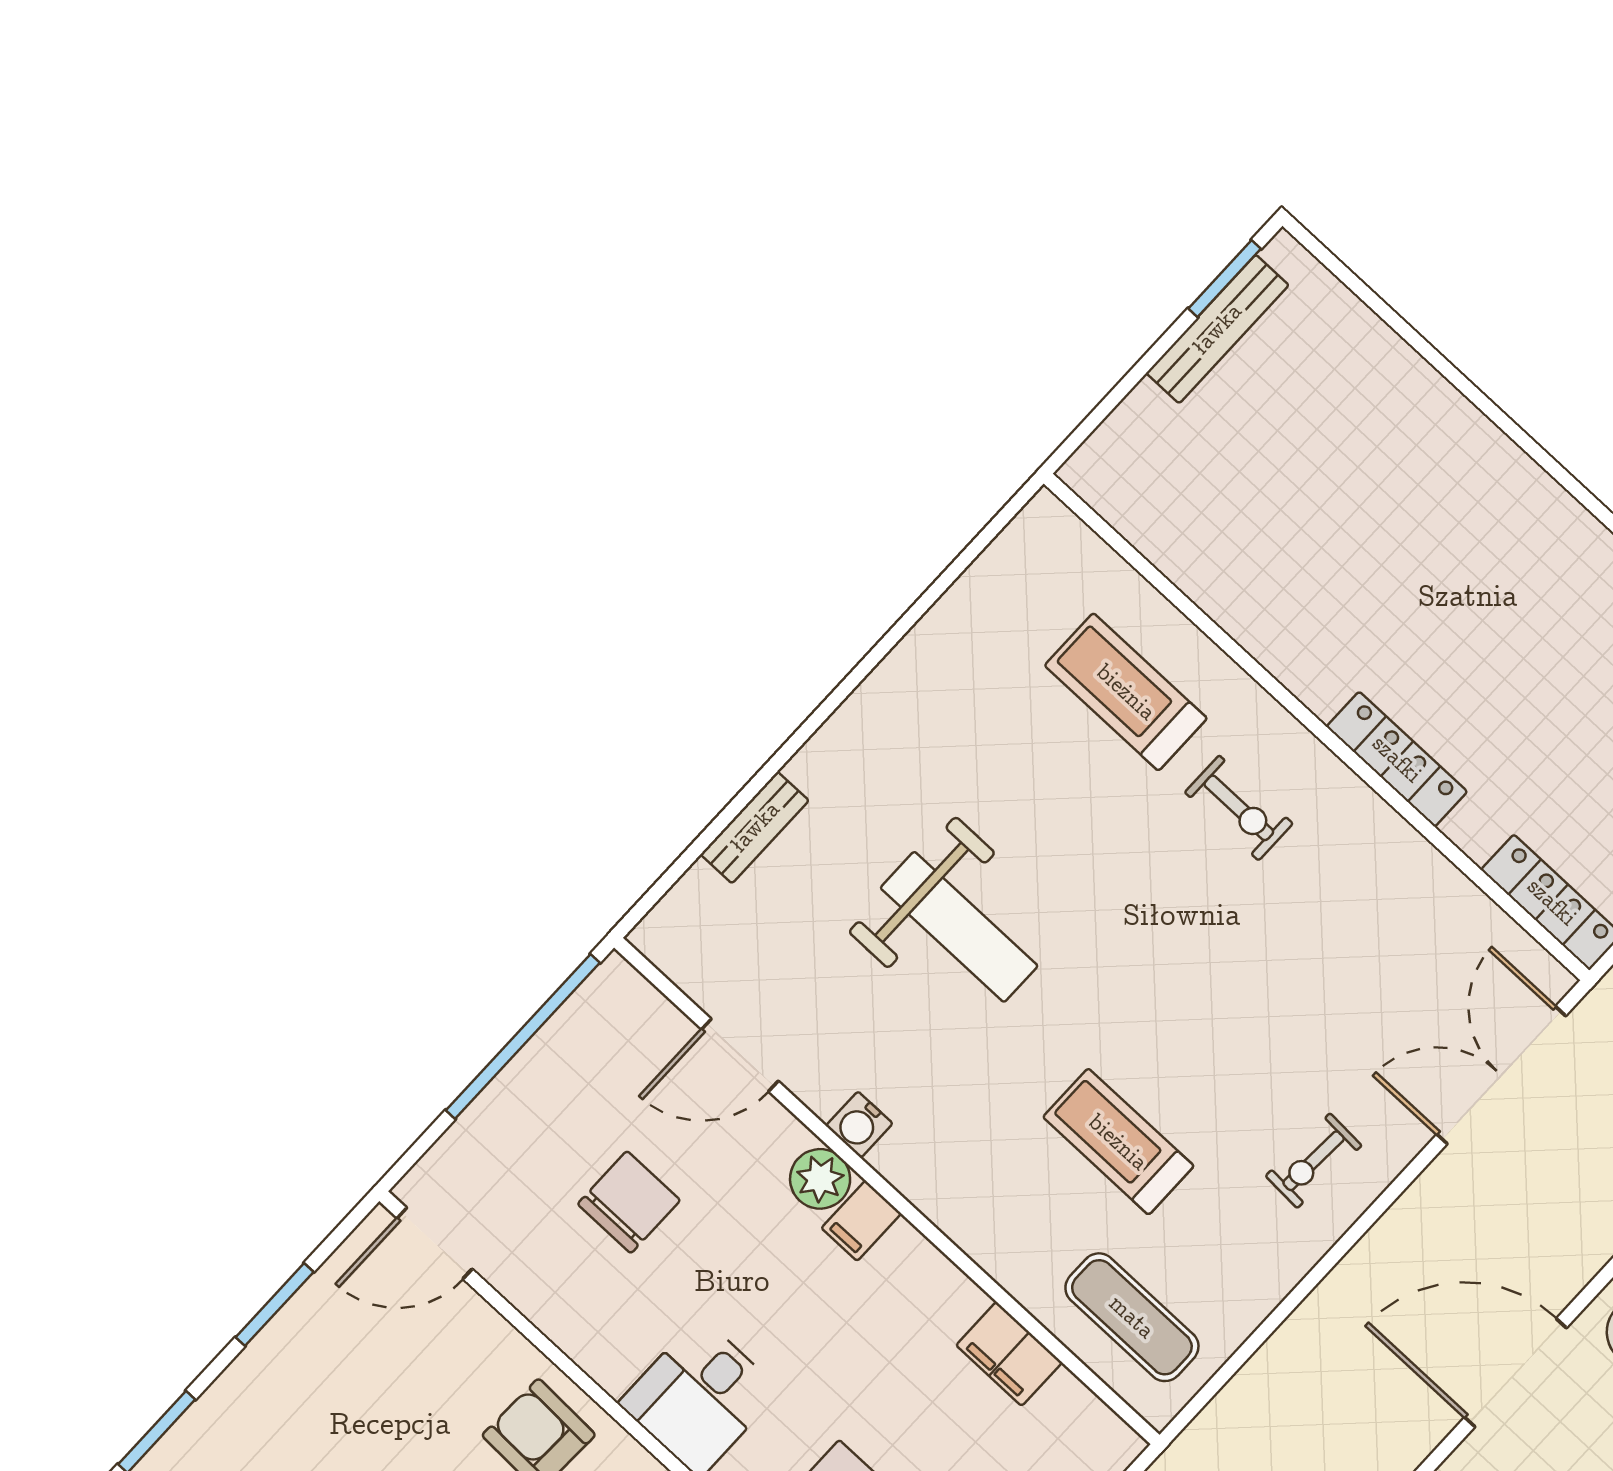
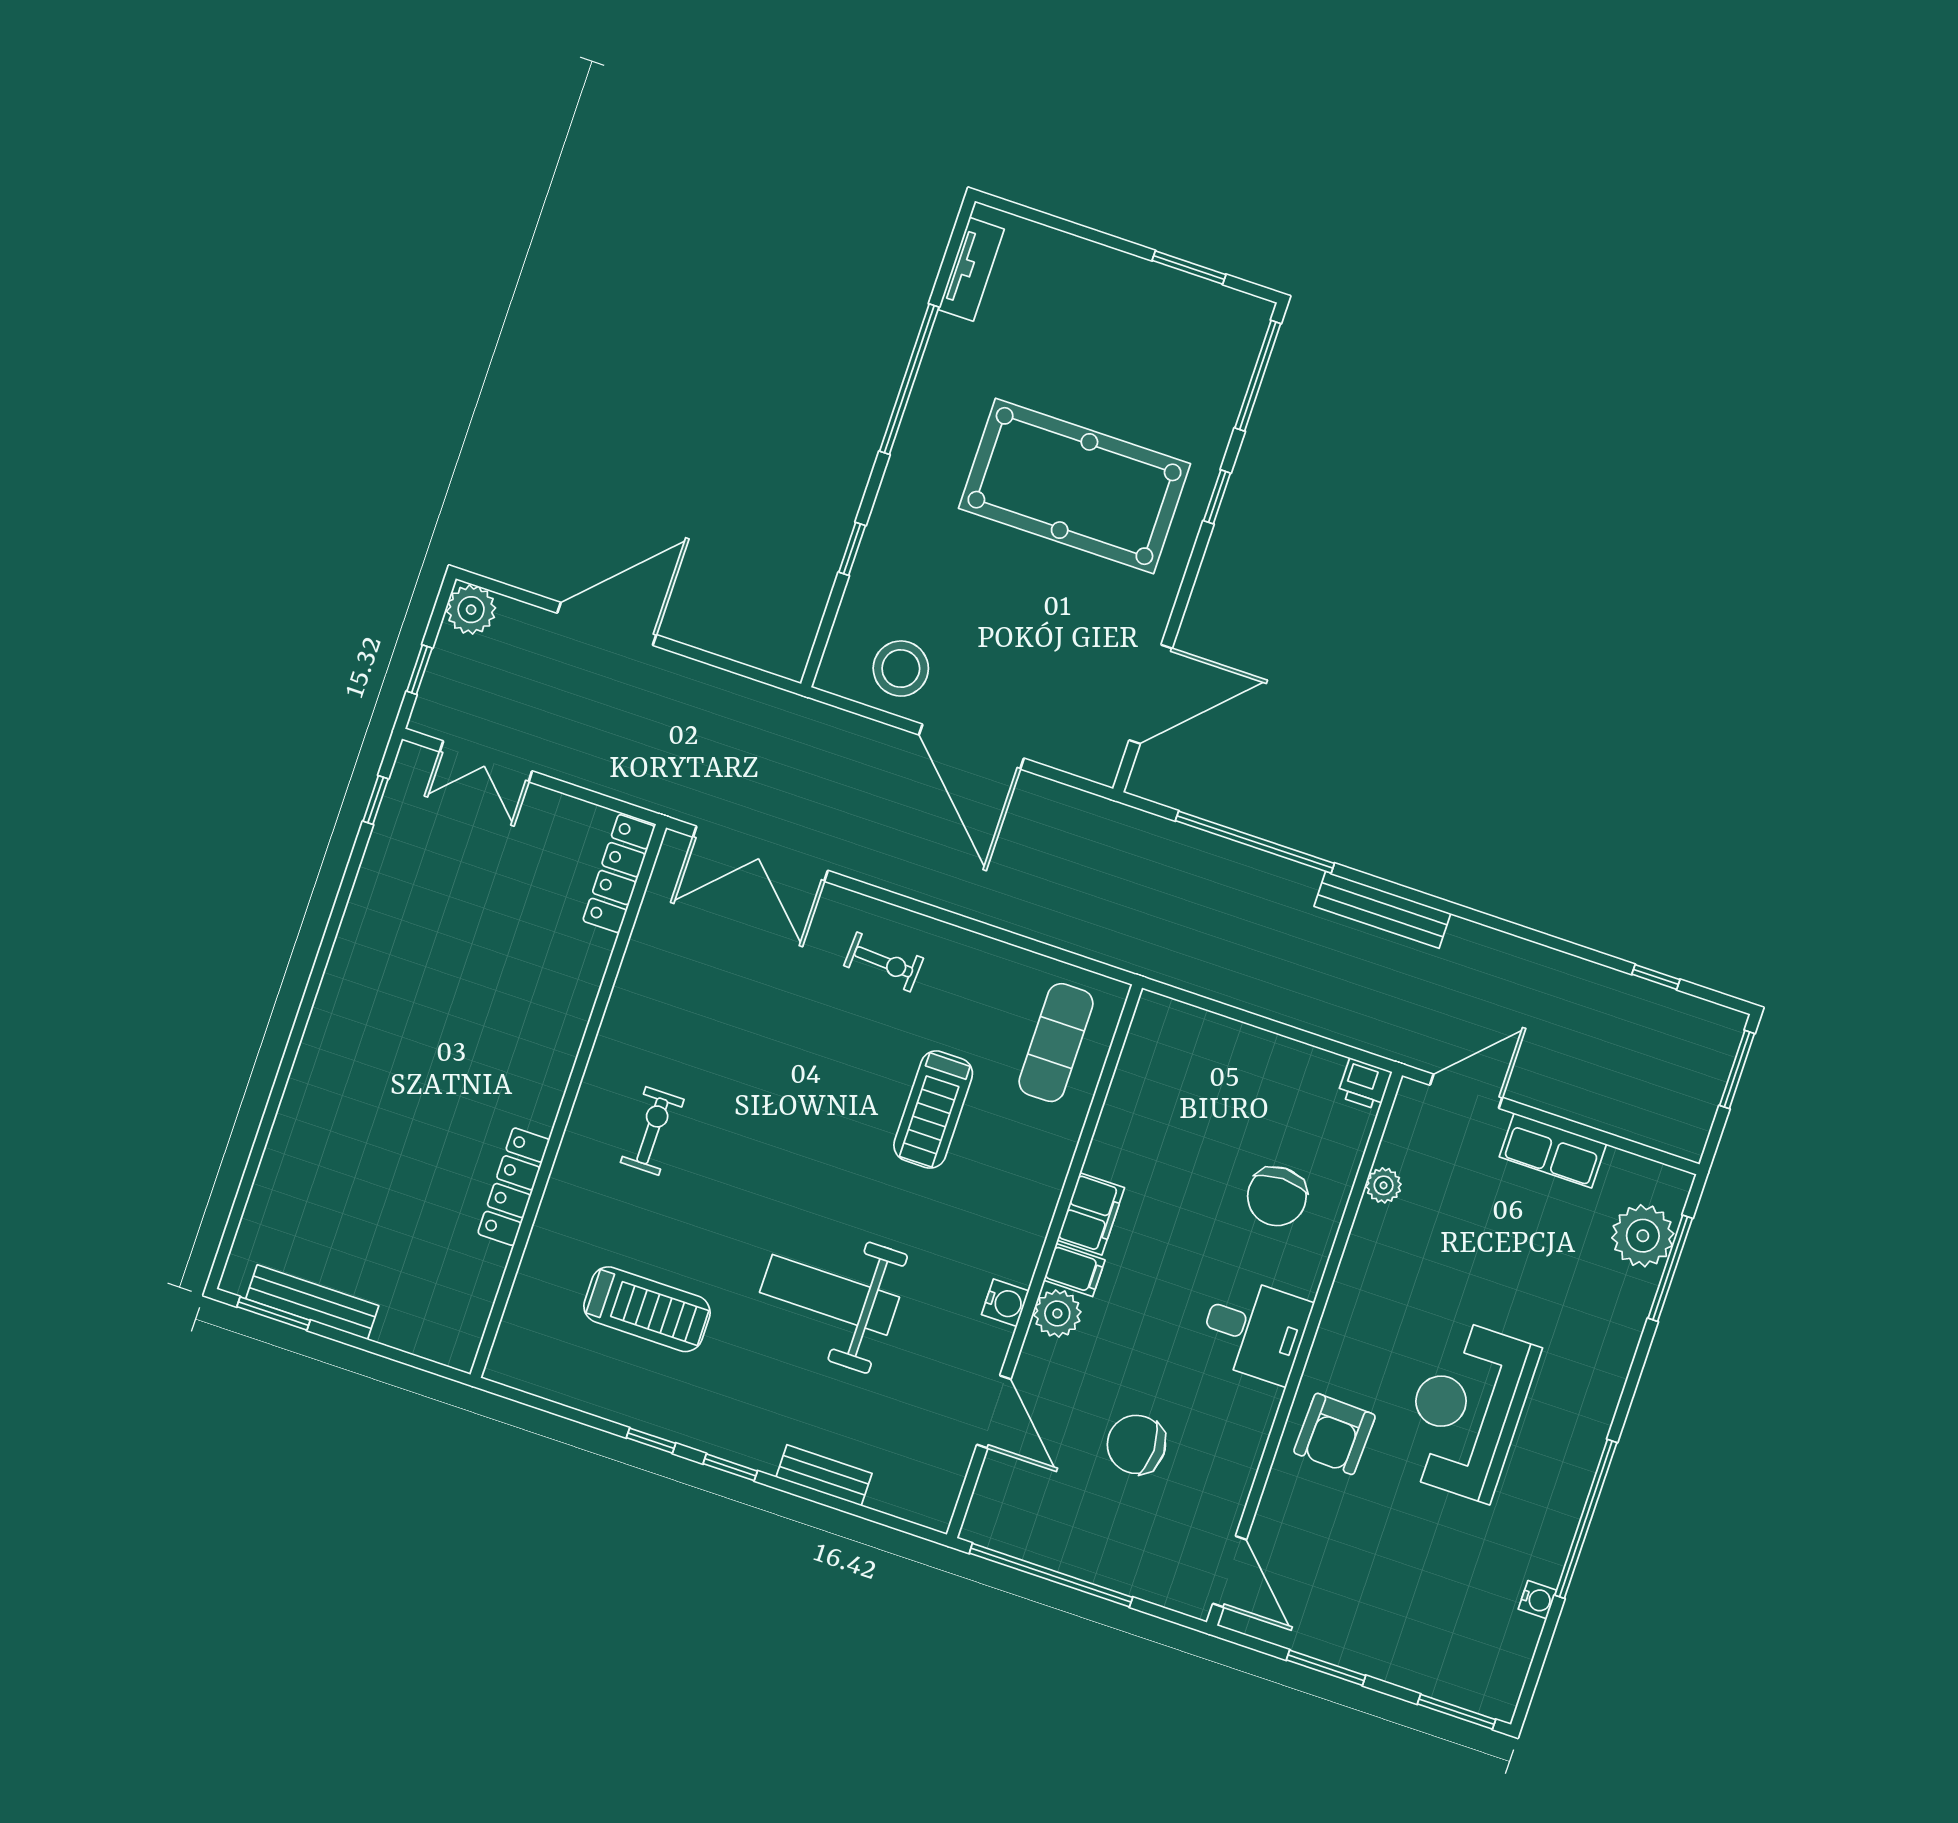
window: (884, 647) -> (651, 1441), added
treadmill: (1126, 692) -> (647, 1309), moved, turned -90
window: (812, 724) -> (730, 1467), added
locker: (1397, 759) -> (514, 1187), moved
weight bench: (959, 927) -> (830, 1295), turned -90
filing cabinet: (1009, 1354) -> (1091, 1214), moved

